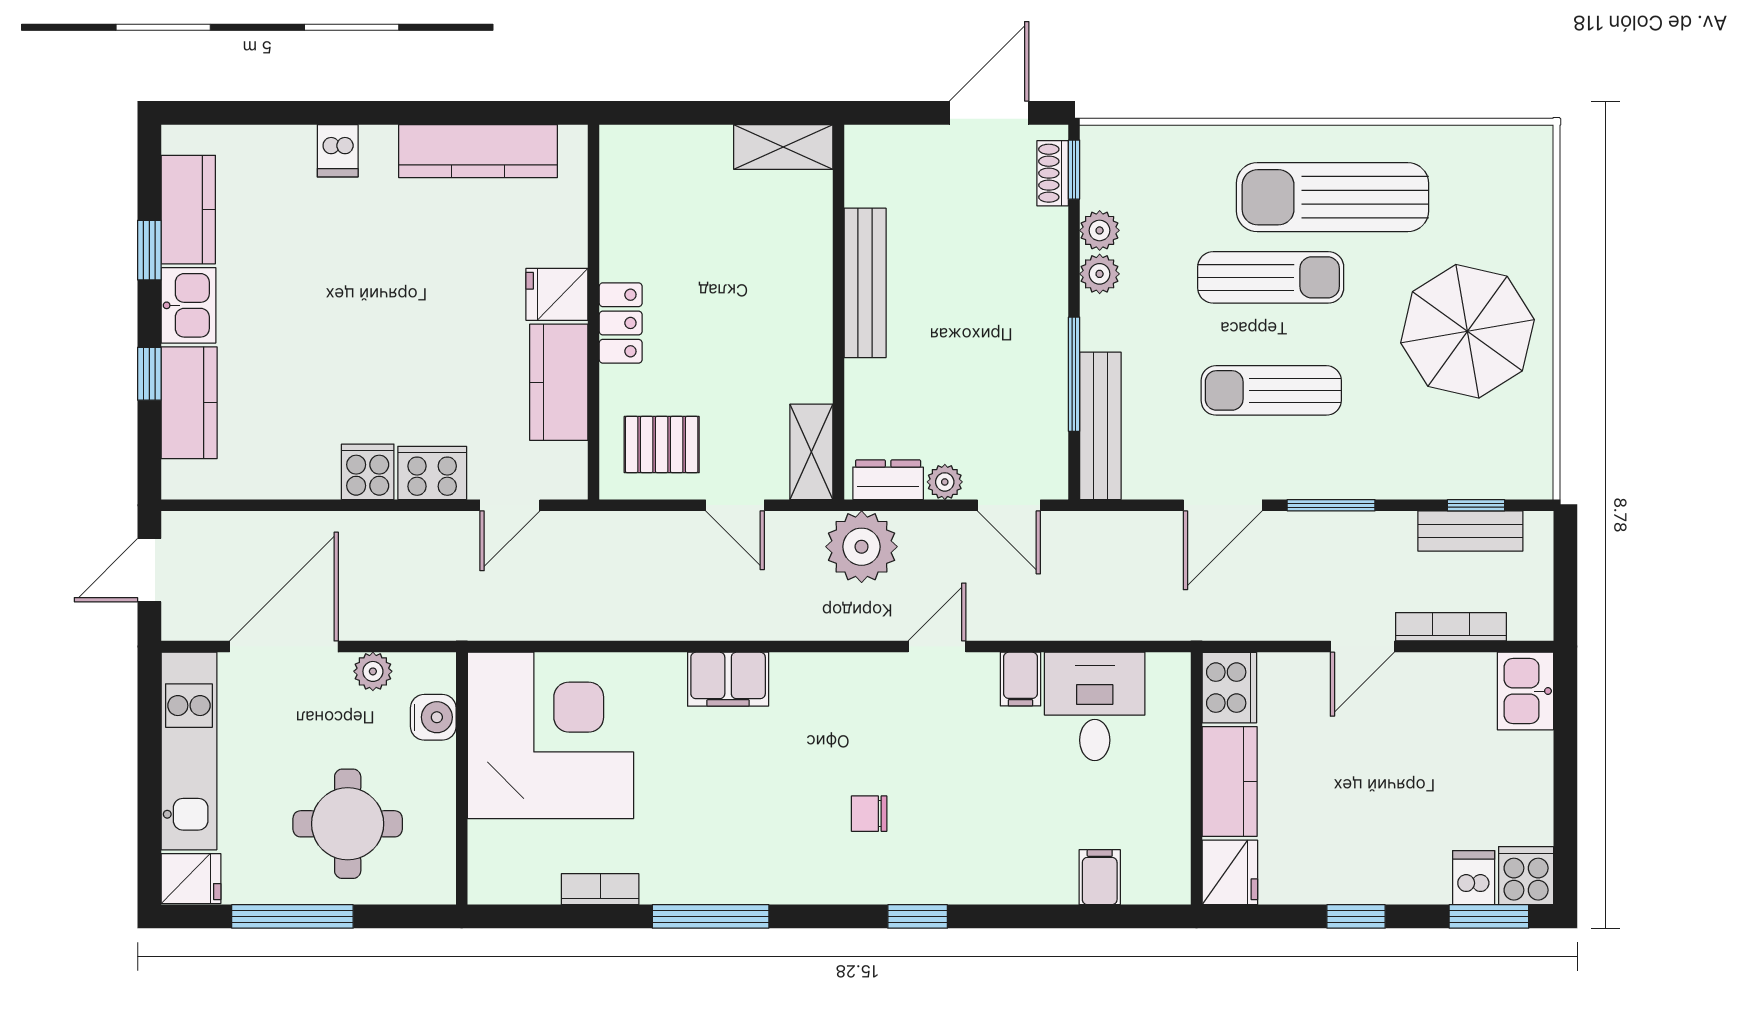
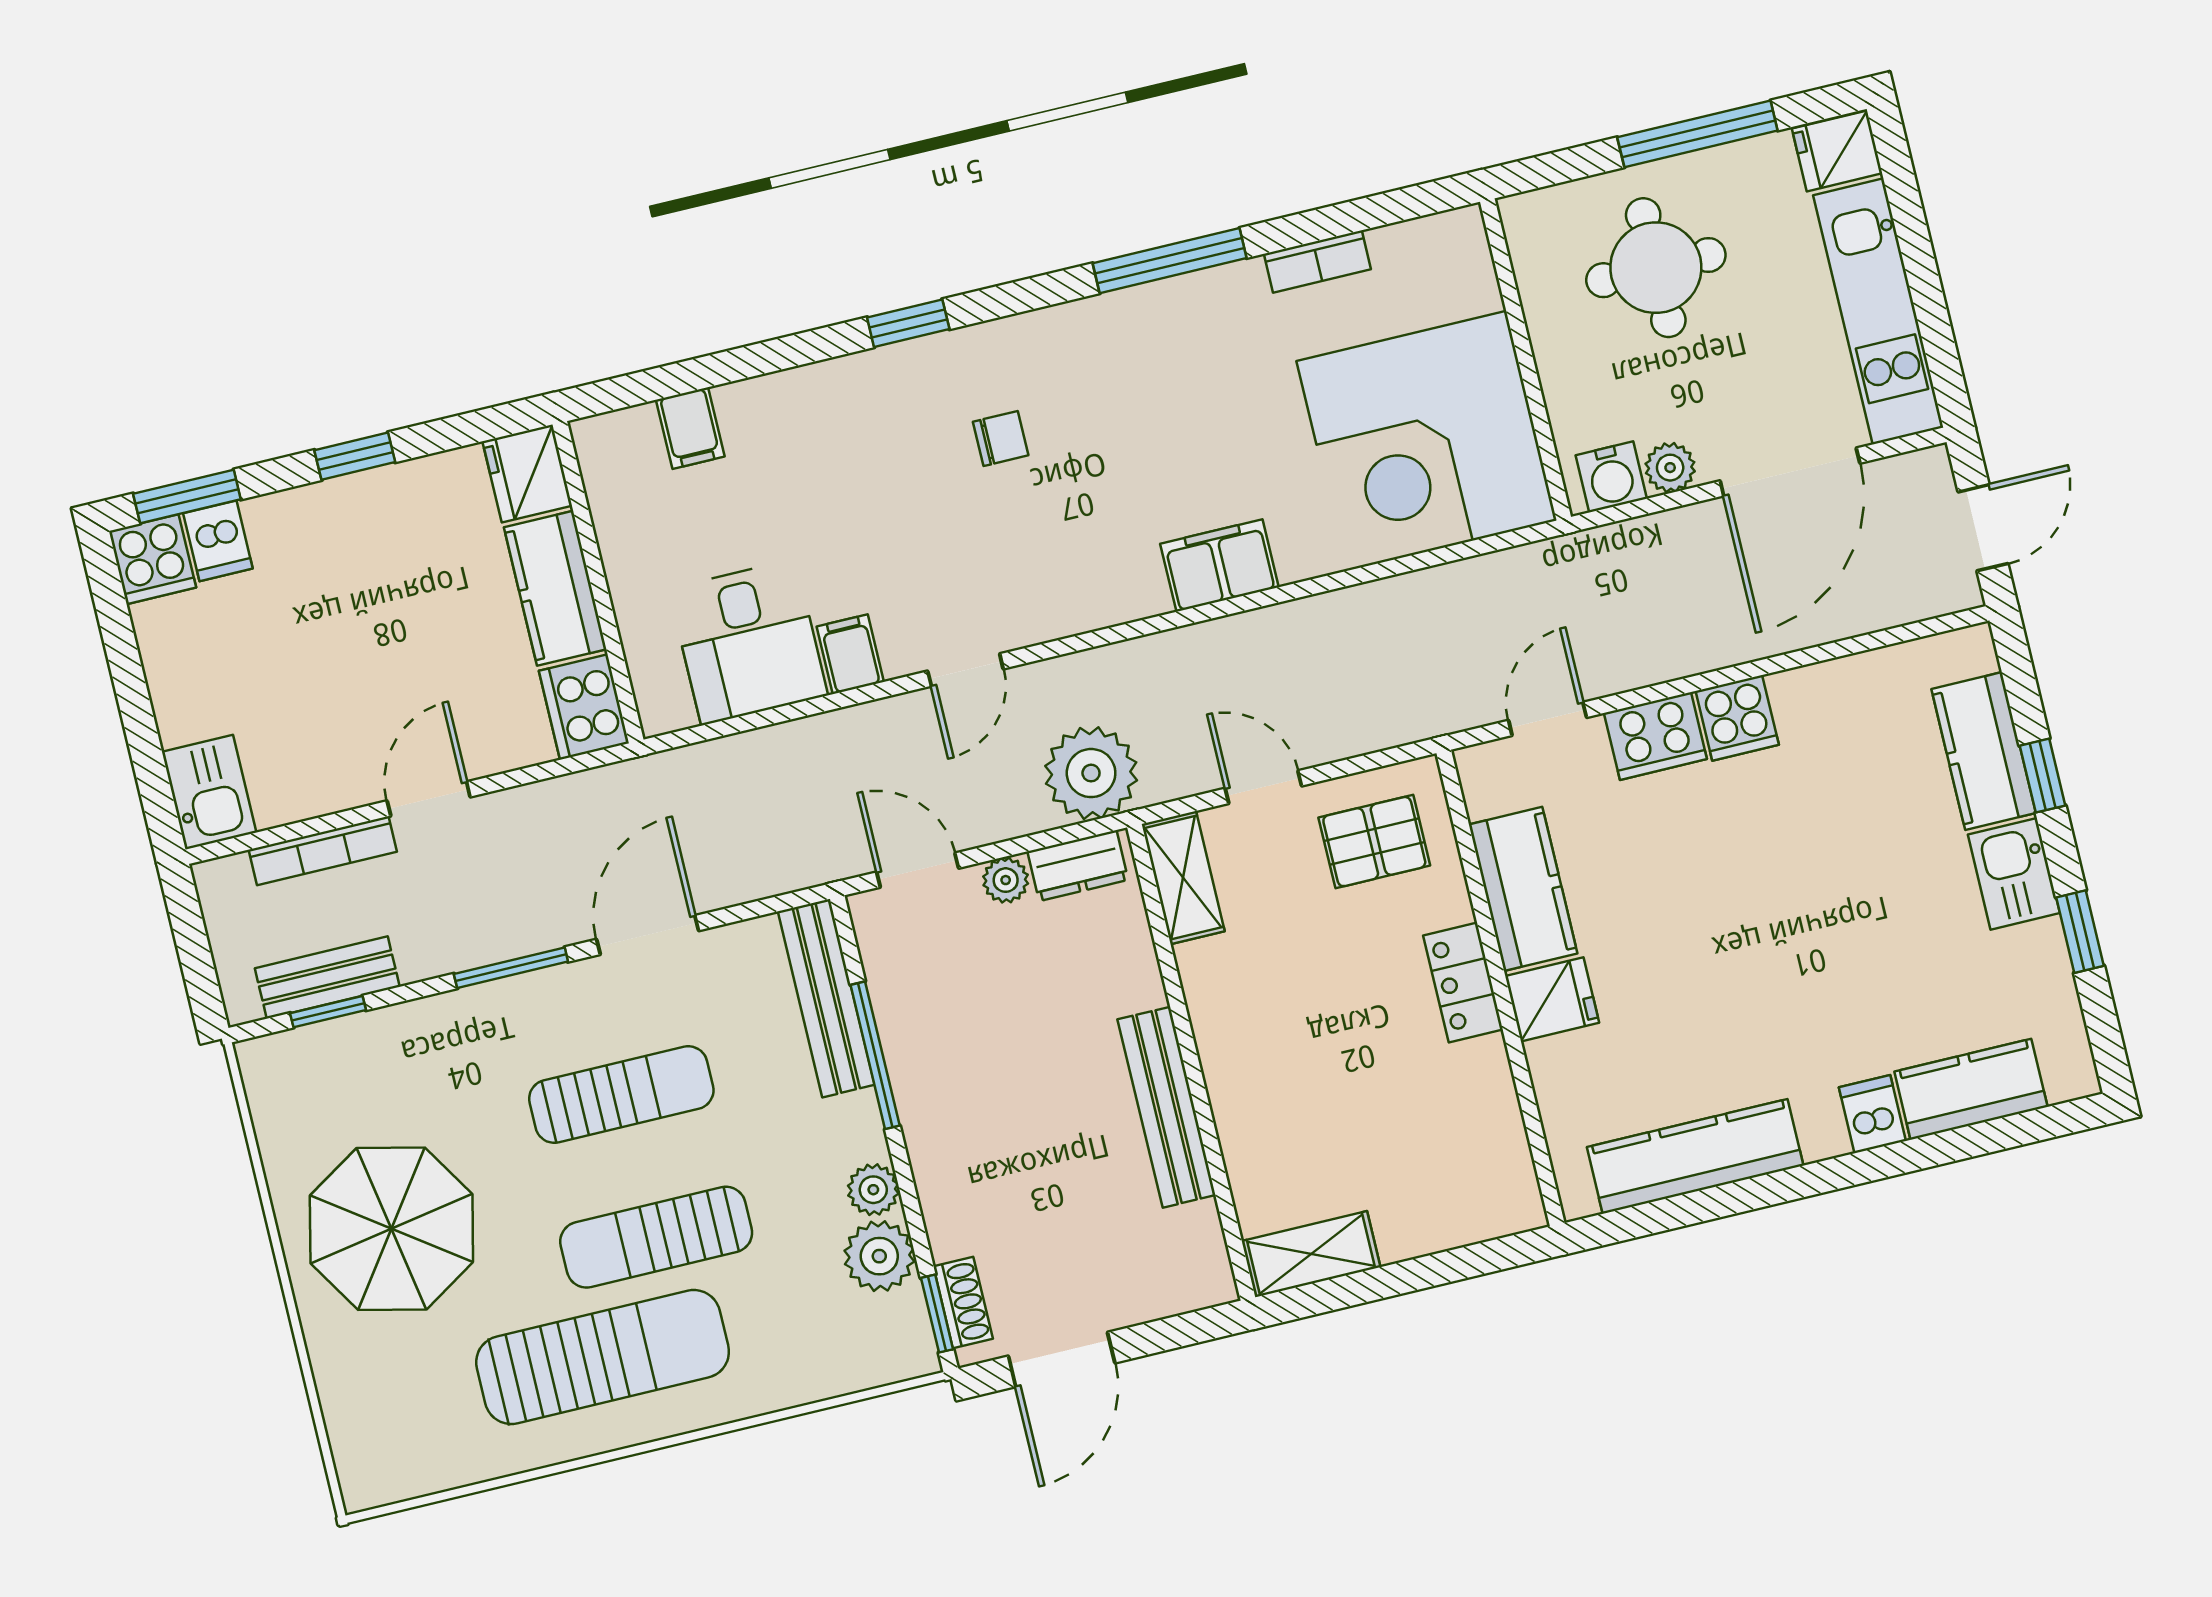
kitchen counter: (188, 210) -> (1971, 1089), moved, turned 90
plant: (1100, 230) -> (879, 1256), width x1.38, depth x1.38
water cooler: (433, 717) -> (1611, 477), moved, turned -90

